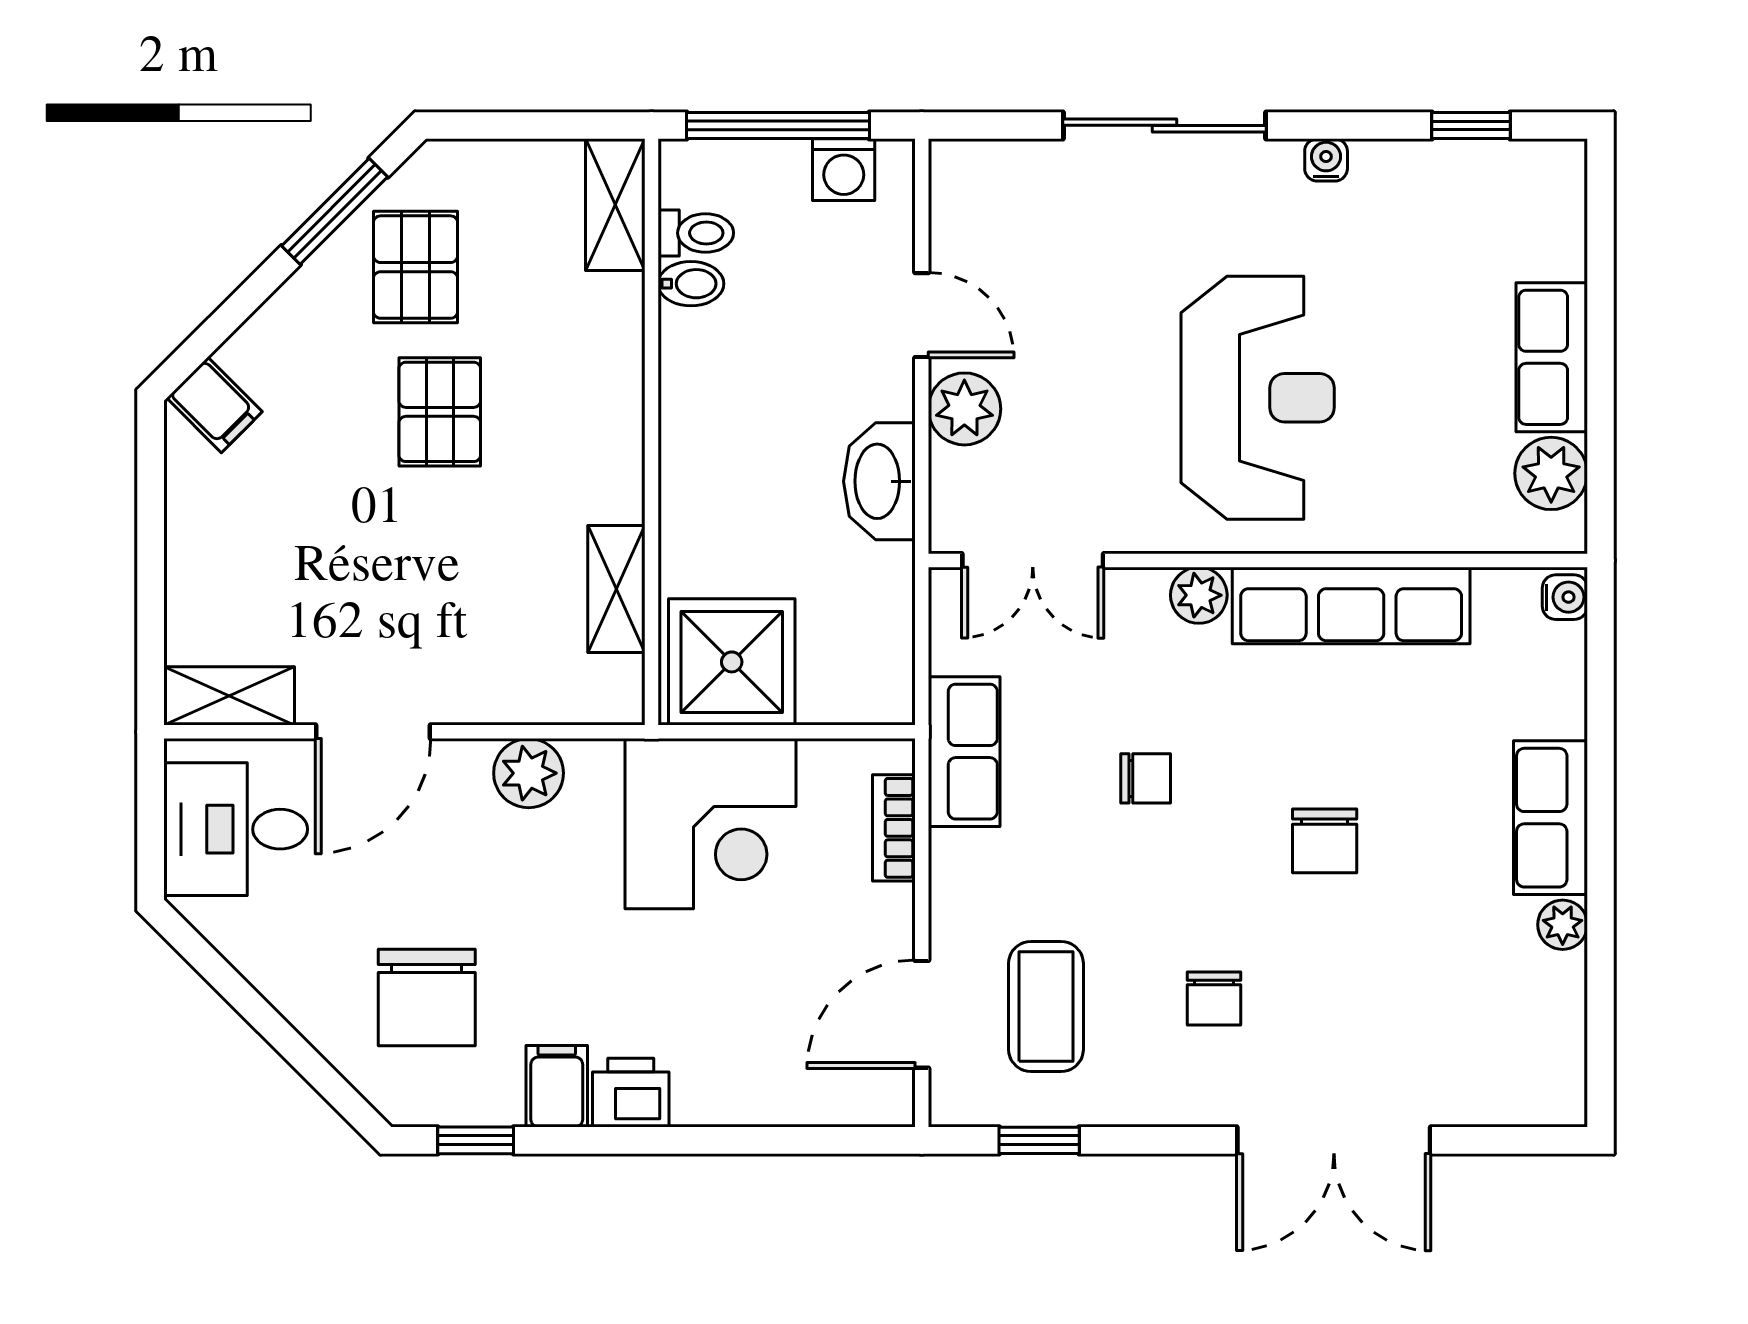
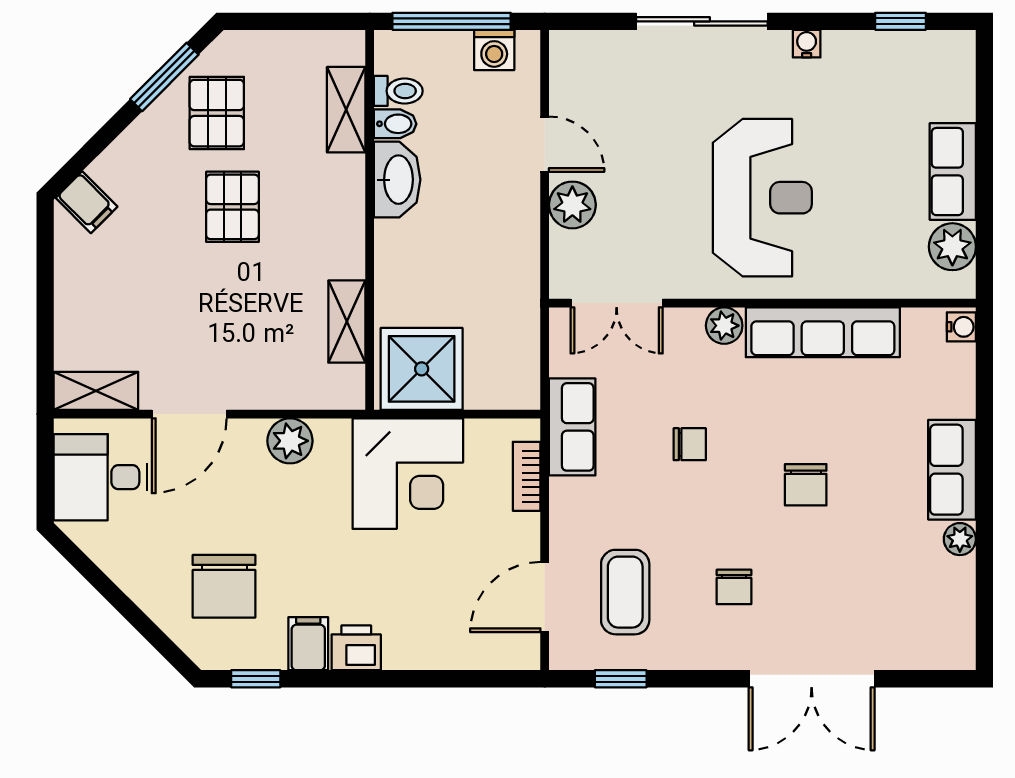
shelving: (615, 205) -> (346, 110), moved
washbasin: (879, 481) -> (397, 180), moved, turned 180

